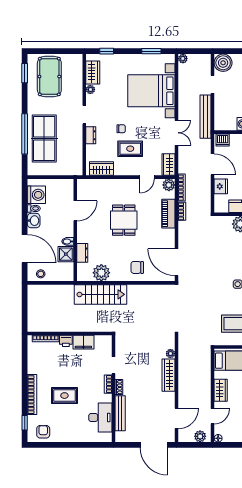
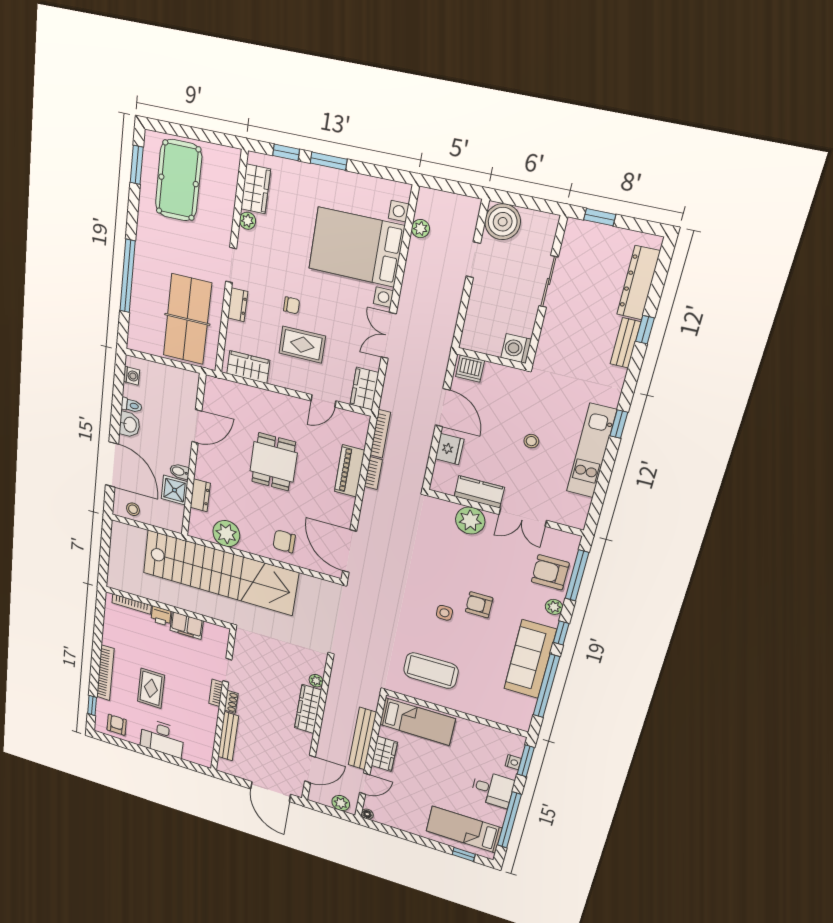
window: (151, 51) -> (329, 161), moved
plant: (183, 59) -> (420, 229), moved
bench: (205, 117) -> (362, 739), moved
double door: (177, 133) -> (389, 336), swing flipped
table tennis table: (44, 138) -> (187, 319), moved
plant: (169, 185) -> (359, 424), removed
washing machine: (36, 195) -> (131, 376), width x0.53, depth x0.53
stairs: (100, 294) -> (220, 573), width x1.86, depth x1.51
rug: (64, 396) -> (151, 688), turned 90
desk: (100, 417) -> (162, 738), moved, turned 90

